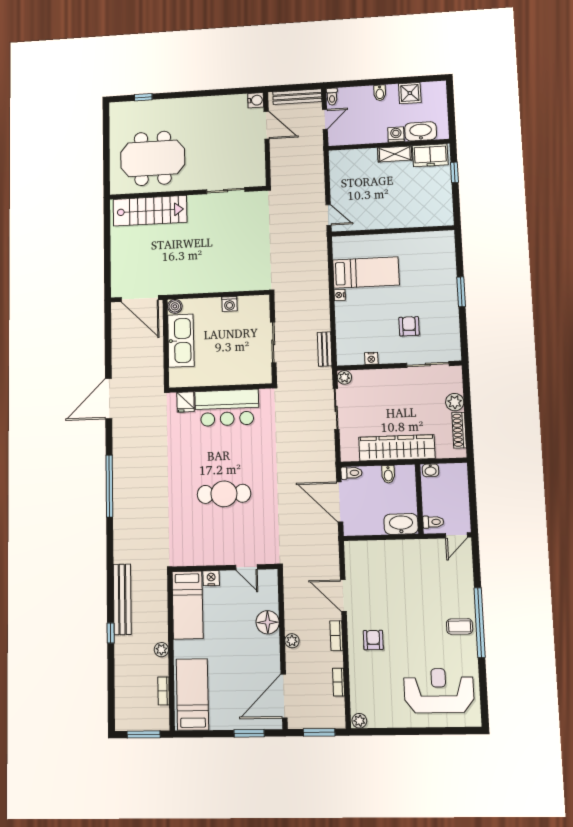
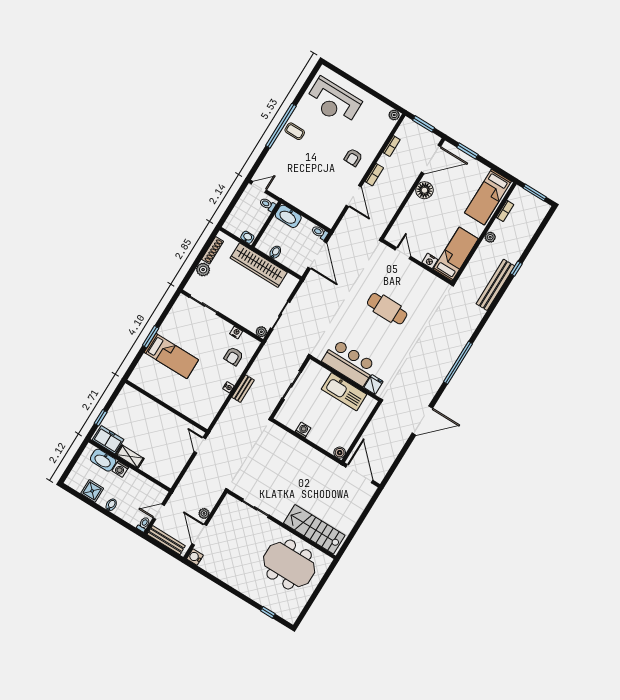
bed: (366, 273) -> (171, 356), moved, turned 180
armchair: (409, 326) -> (234, 356), moved
kitchen sink: (181, 341) -> (344, 392), moved, turned -90
bench: (325, 349) -> (243, 389), moved
toilet: (352, 473) -> (320, 232), moved
floor lamp: (268, 622) -> (424, 190), moved
plant: (292, 641) -> (204, 513), moved

